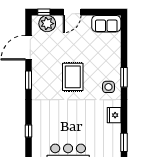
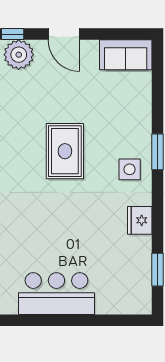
door: (72, 12) -> (64, 34), hinge flipped

